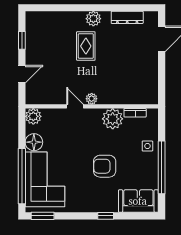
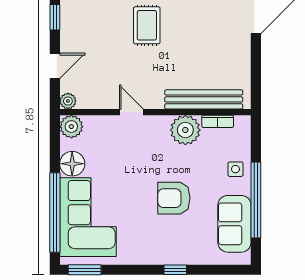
bench: (125, 98) -> (204, 99), added
plant: (92, 99) -> (68, 101), moved
sofa: (138, 201) -> (234, 224), moved, turned -90

